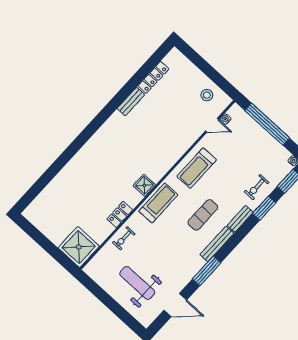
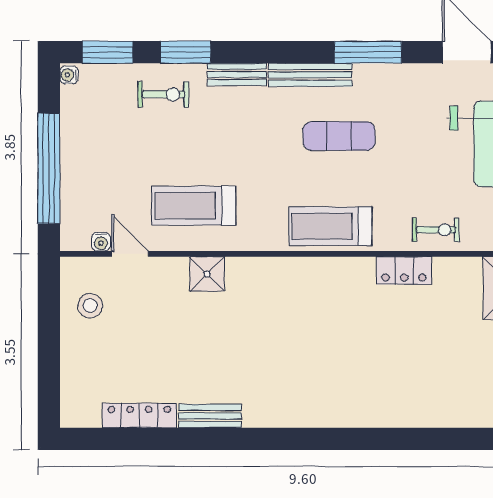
treadmill: (197, 168) -> (194, 206), moved, turned 180
shower: (144, 185) -> (207, 274), moved
exercise mat: (203, 215) -> (339, 136), moved

